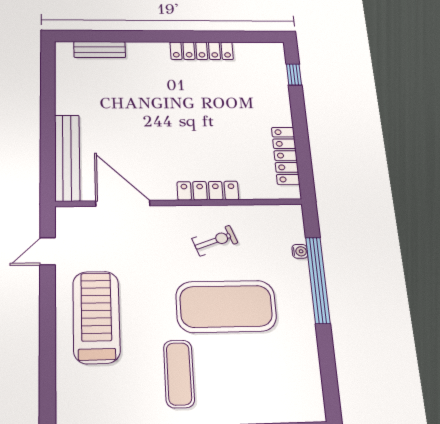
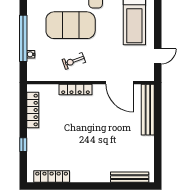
bench: (100, 50) -> (130, 177), width x1.36
locker: (202, 51) -> (52, 177), moved
window: (294, 74) -> (23, 145), moved

